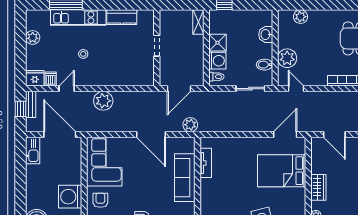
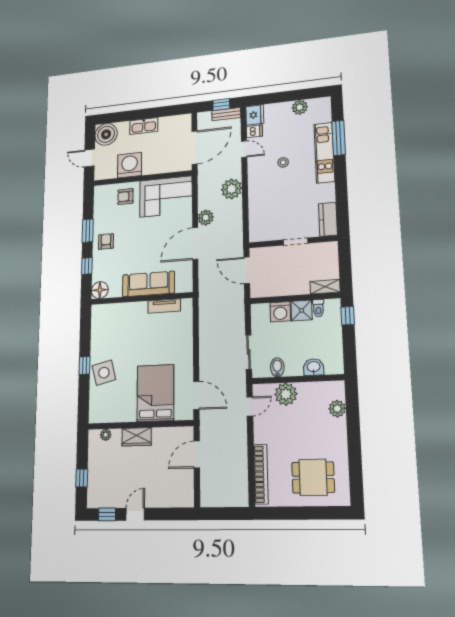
kitchen counter: (122, 17) -> (328, 219), moved
toilet: (216, 77) -> (318, 308), moved
plant: (190, 125) -> (206, 218), moved
kitchen sink: (33, 150) -> (144, 126), moved
armchair: (100, 200) -> (125, 197), turned 180

